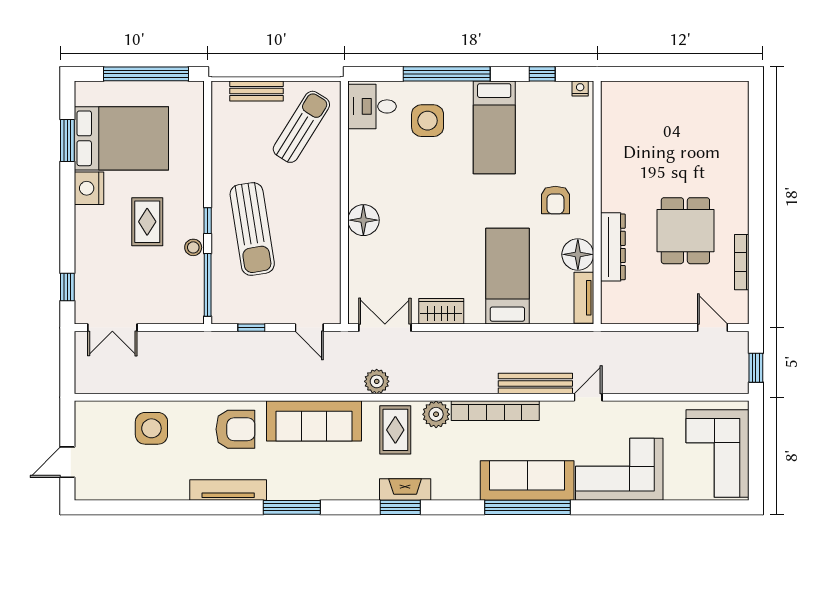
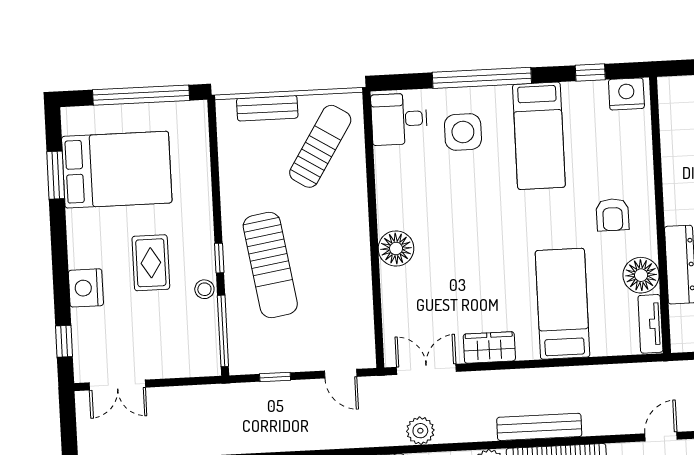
nightstand: (580, 88) -> (626, 94), width x1.89, depth x1.79
nightstand: (89, 188) -> (86, 288), moved
bench: (535, 383) -> (539, 427), moved

